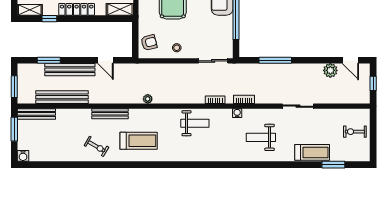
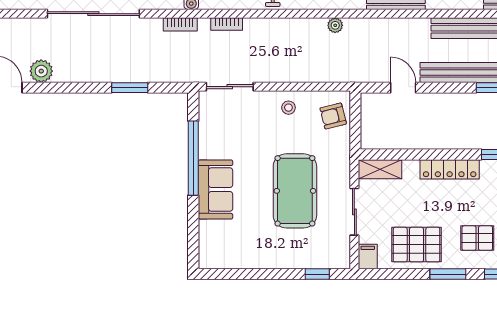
window: (275, 60) -> (130, 88), width x0.69
sliding door: (298, 106) -> (93, 14), width x1.86

